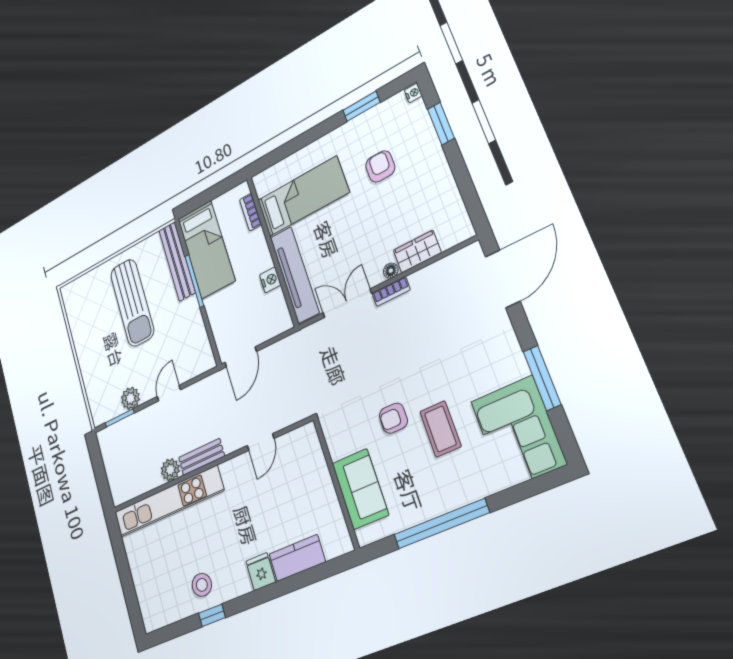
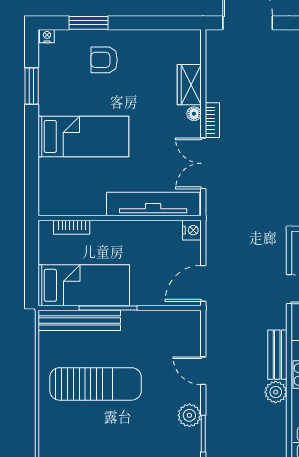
armchair: (380, 166) -> (104, 60), moved
bed: (303, 196) -> (83, 136), moved, turned 90
nightstand: (270, 280) -> (192, 230), moved, turned 90
door: (241, 357) -> (203, 283), swing flipped

